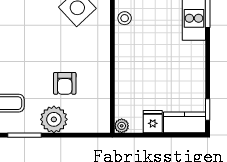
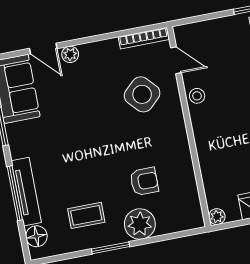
armchair: (65, 83) -> (144, 181), turned -90

